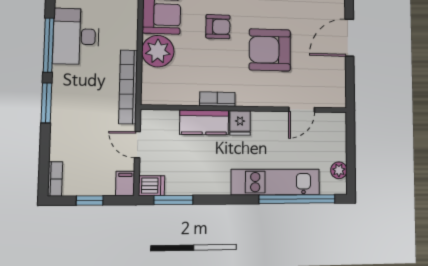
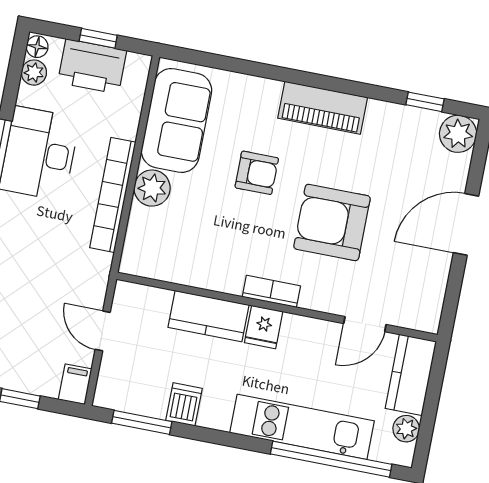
plant: (158, 51) -> (152, 188), width x0.73, depth x0.73
bookcase: (128, 87) -> (113, 195), moved
bookcase: (217, 99) -> (271, 291), moved
kitchen counter: (335, 136) -> (411, 375), added
dishwasher: (152, 186) -> (184, 404), moved, turned -90

